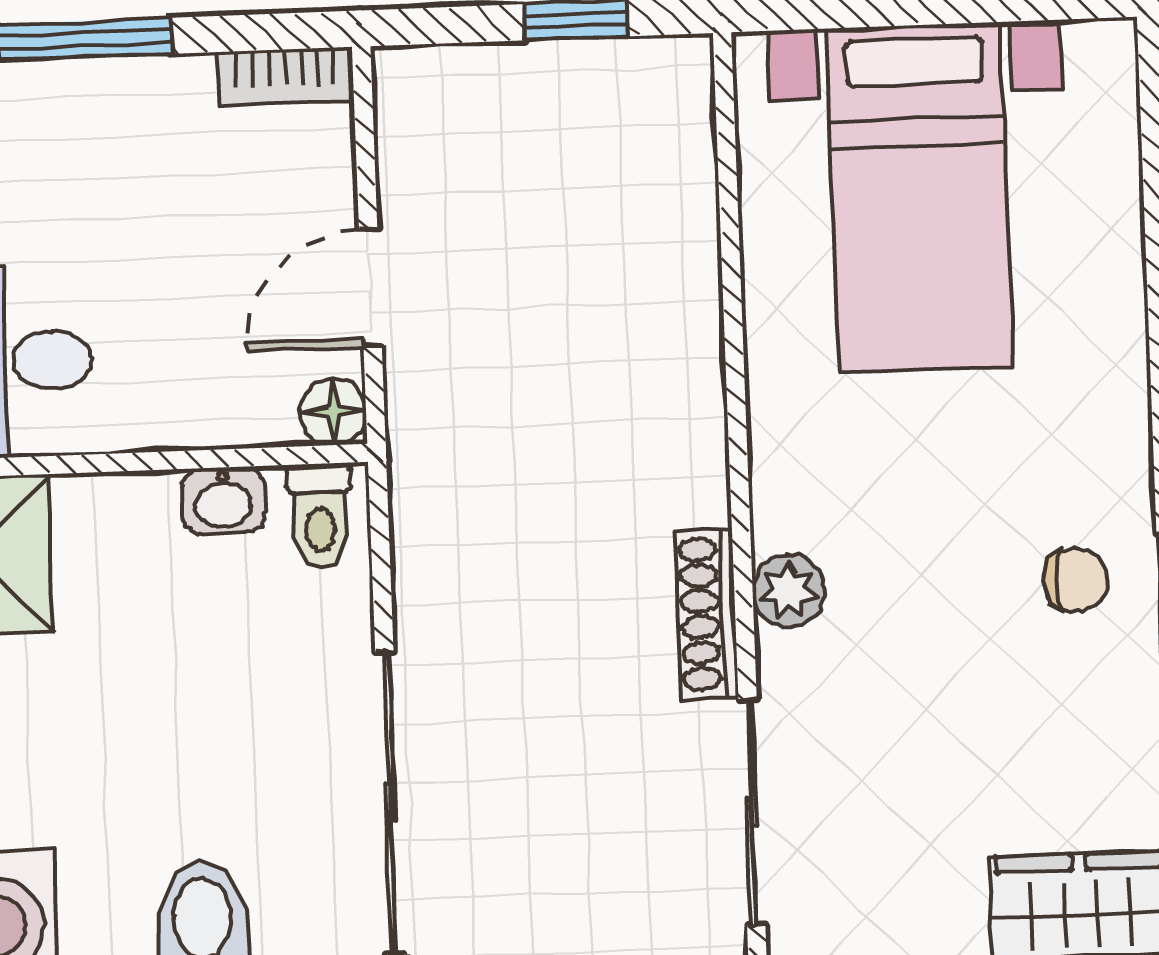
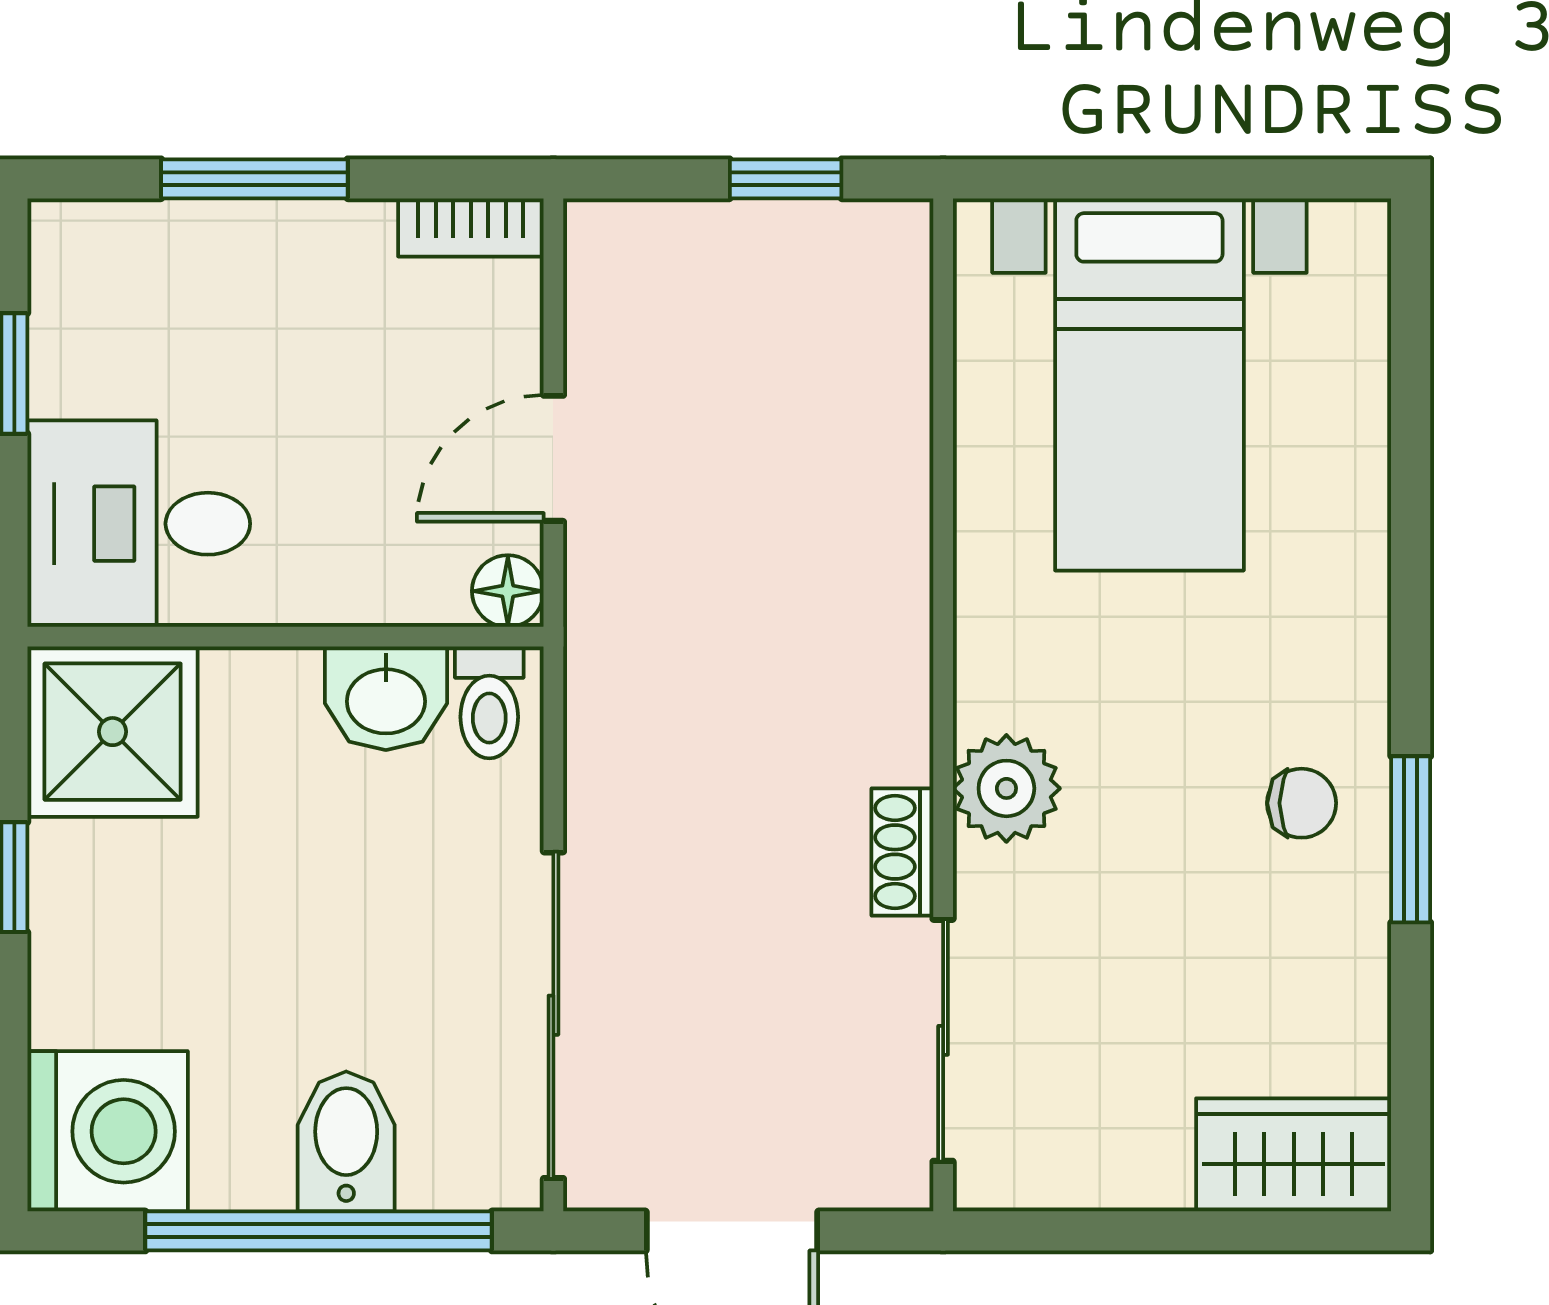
washbasin: (223, 501) -> (386, 698), width x1.38, depth x1.45
plant: (789, 591) -> (1006, 788), width x1.38, depth x1.38
shoe rack: (707, 614) -> (902, 852), width x0.70

